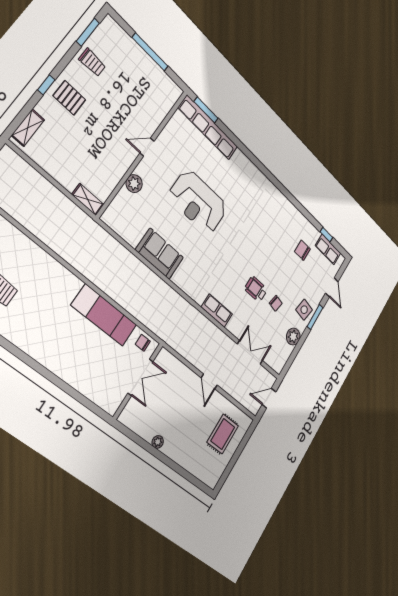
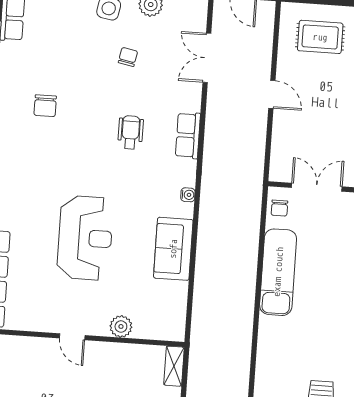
chair: (302, 250) -> (45, 106), moved
water cooler: (185, 286) -> (188, 195), added
wheelchair: (256, 289) -> (131, 132), moved, turned 180
door: (209, 381) -> (272, 94), hinge flipped

